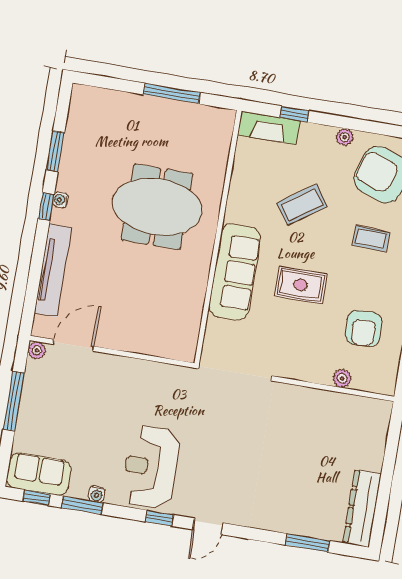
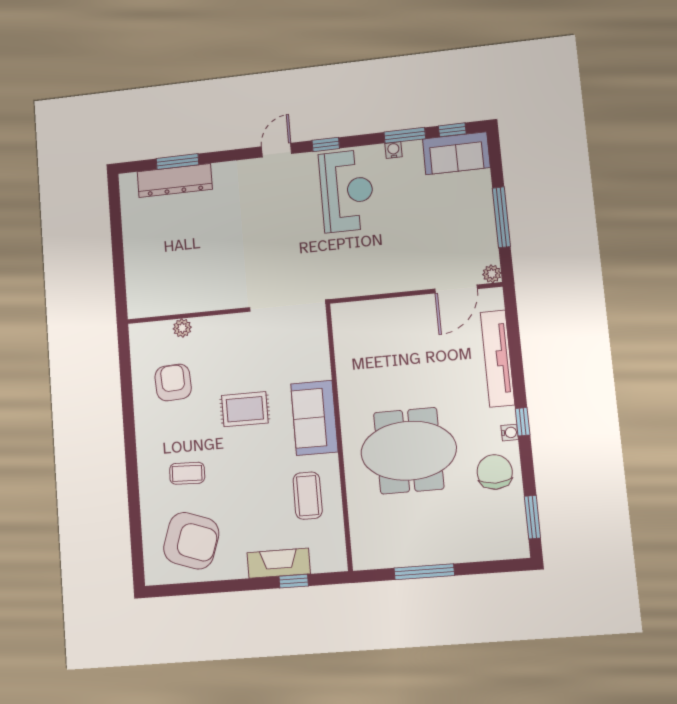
fireplace: (269, 128) -> (279, 563), moved
plant: (345, 137) -> (237, 570), removed
window: (55, 151) -> (532, 517), moved
chair: (84, 168) -> (495, 472), added
coffee table: (302, 205) -> (308, 496), moved, turned -55
sofa: (235, 272) -> (314, 418), width x0.73
dresser: (362, 508) -> (175, 181), moved, turned 90

